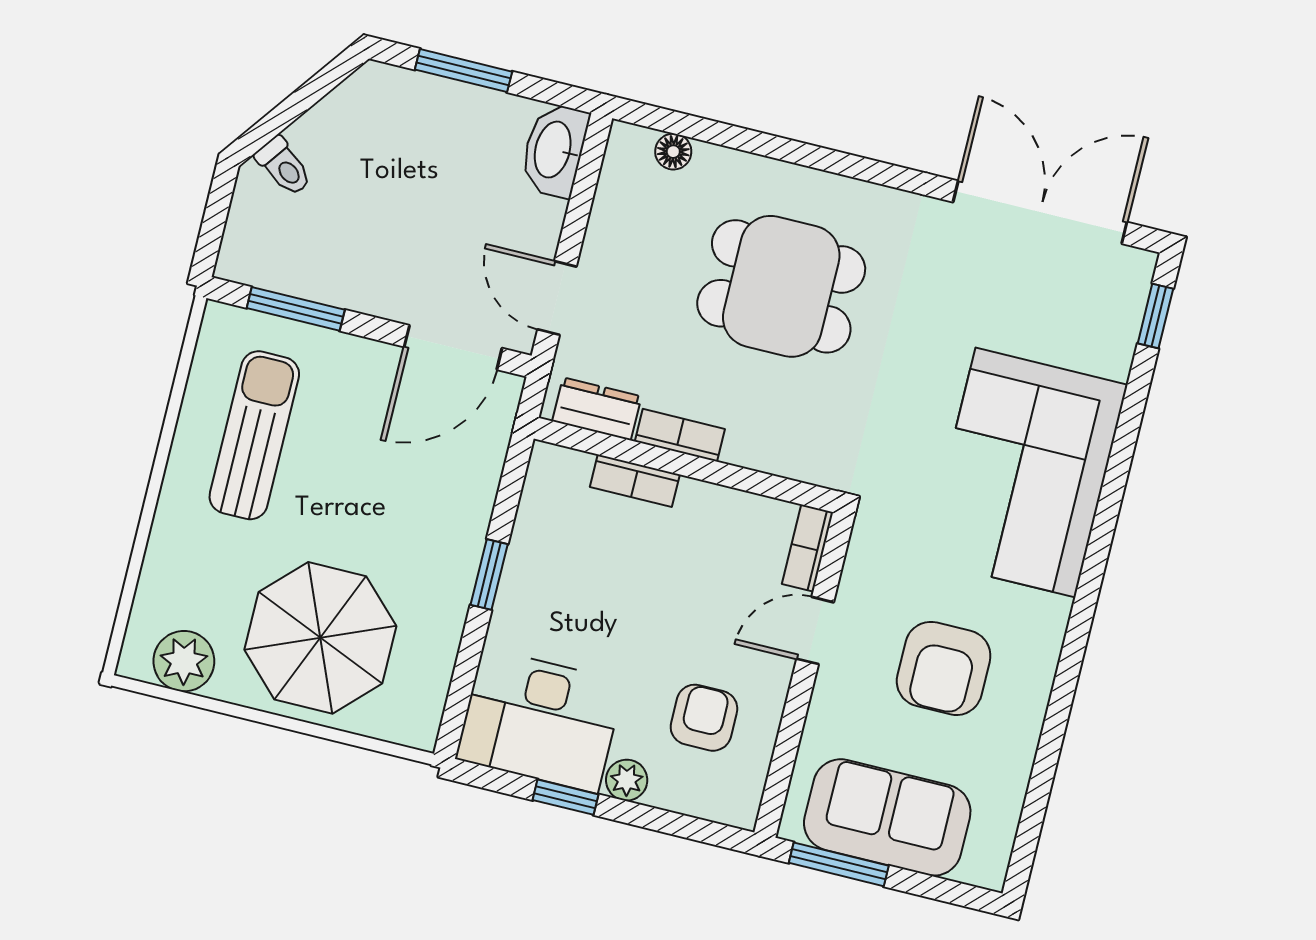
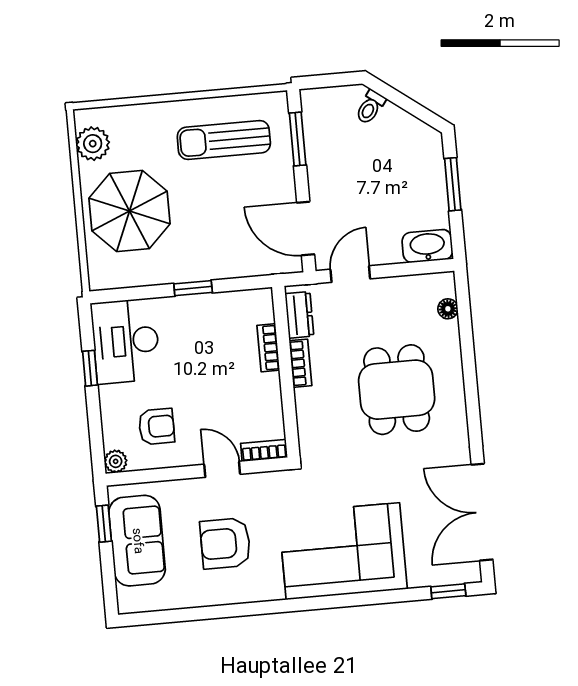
double door: (1040, 212) -> (482, 512), swing flipped
sun lounger: (254, 435) -> (224, 140), turned 180
plant: (627, 780) -> (116, 461), moved
window: (839, 864) -> (104, 524), width x0.67

